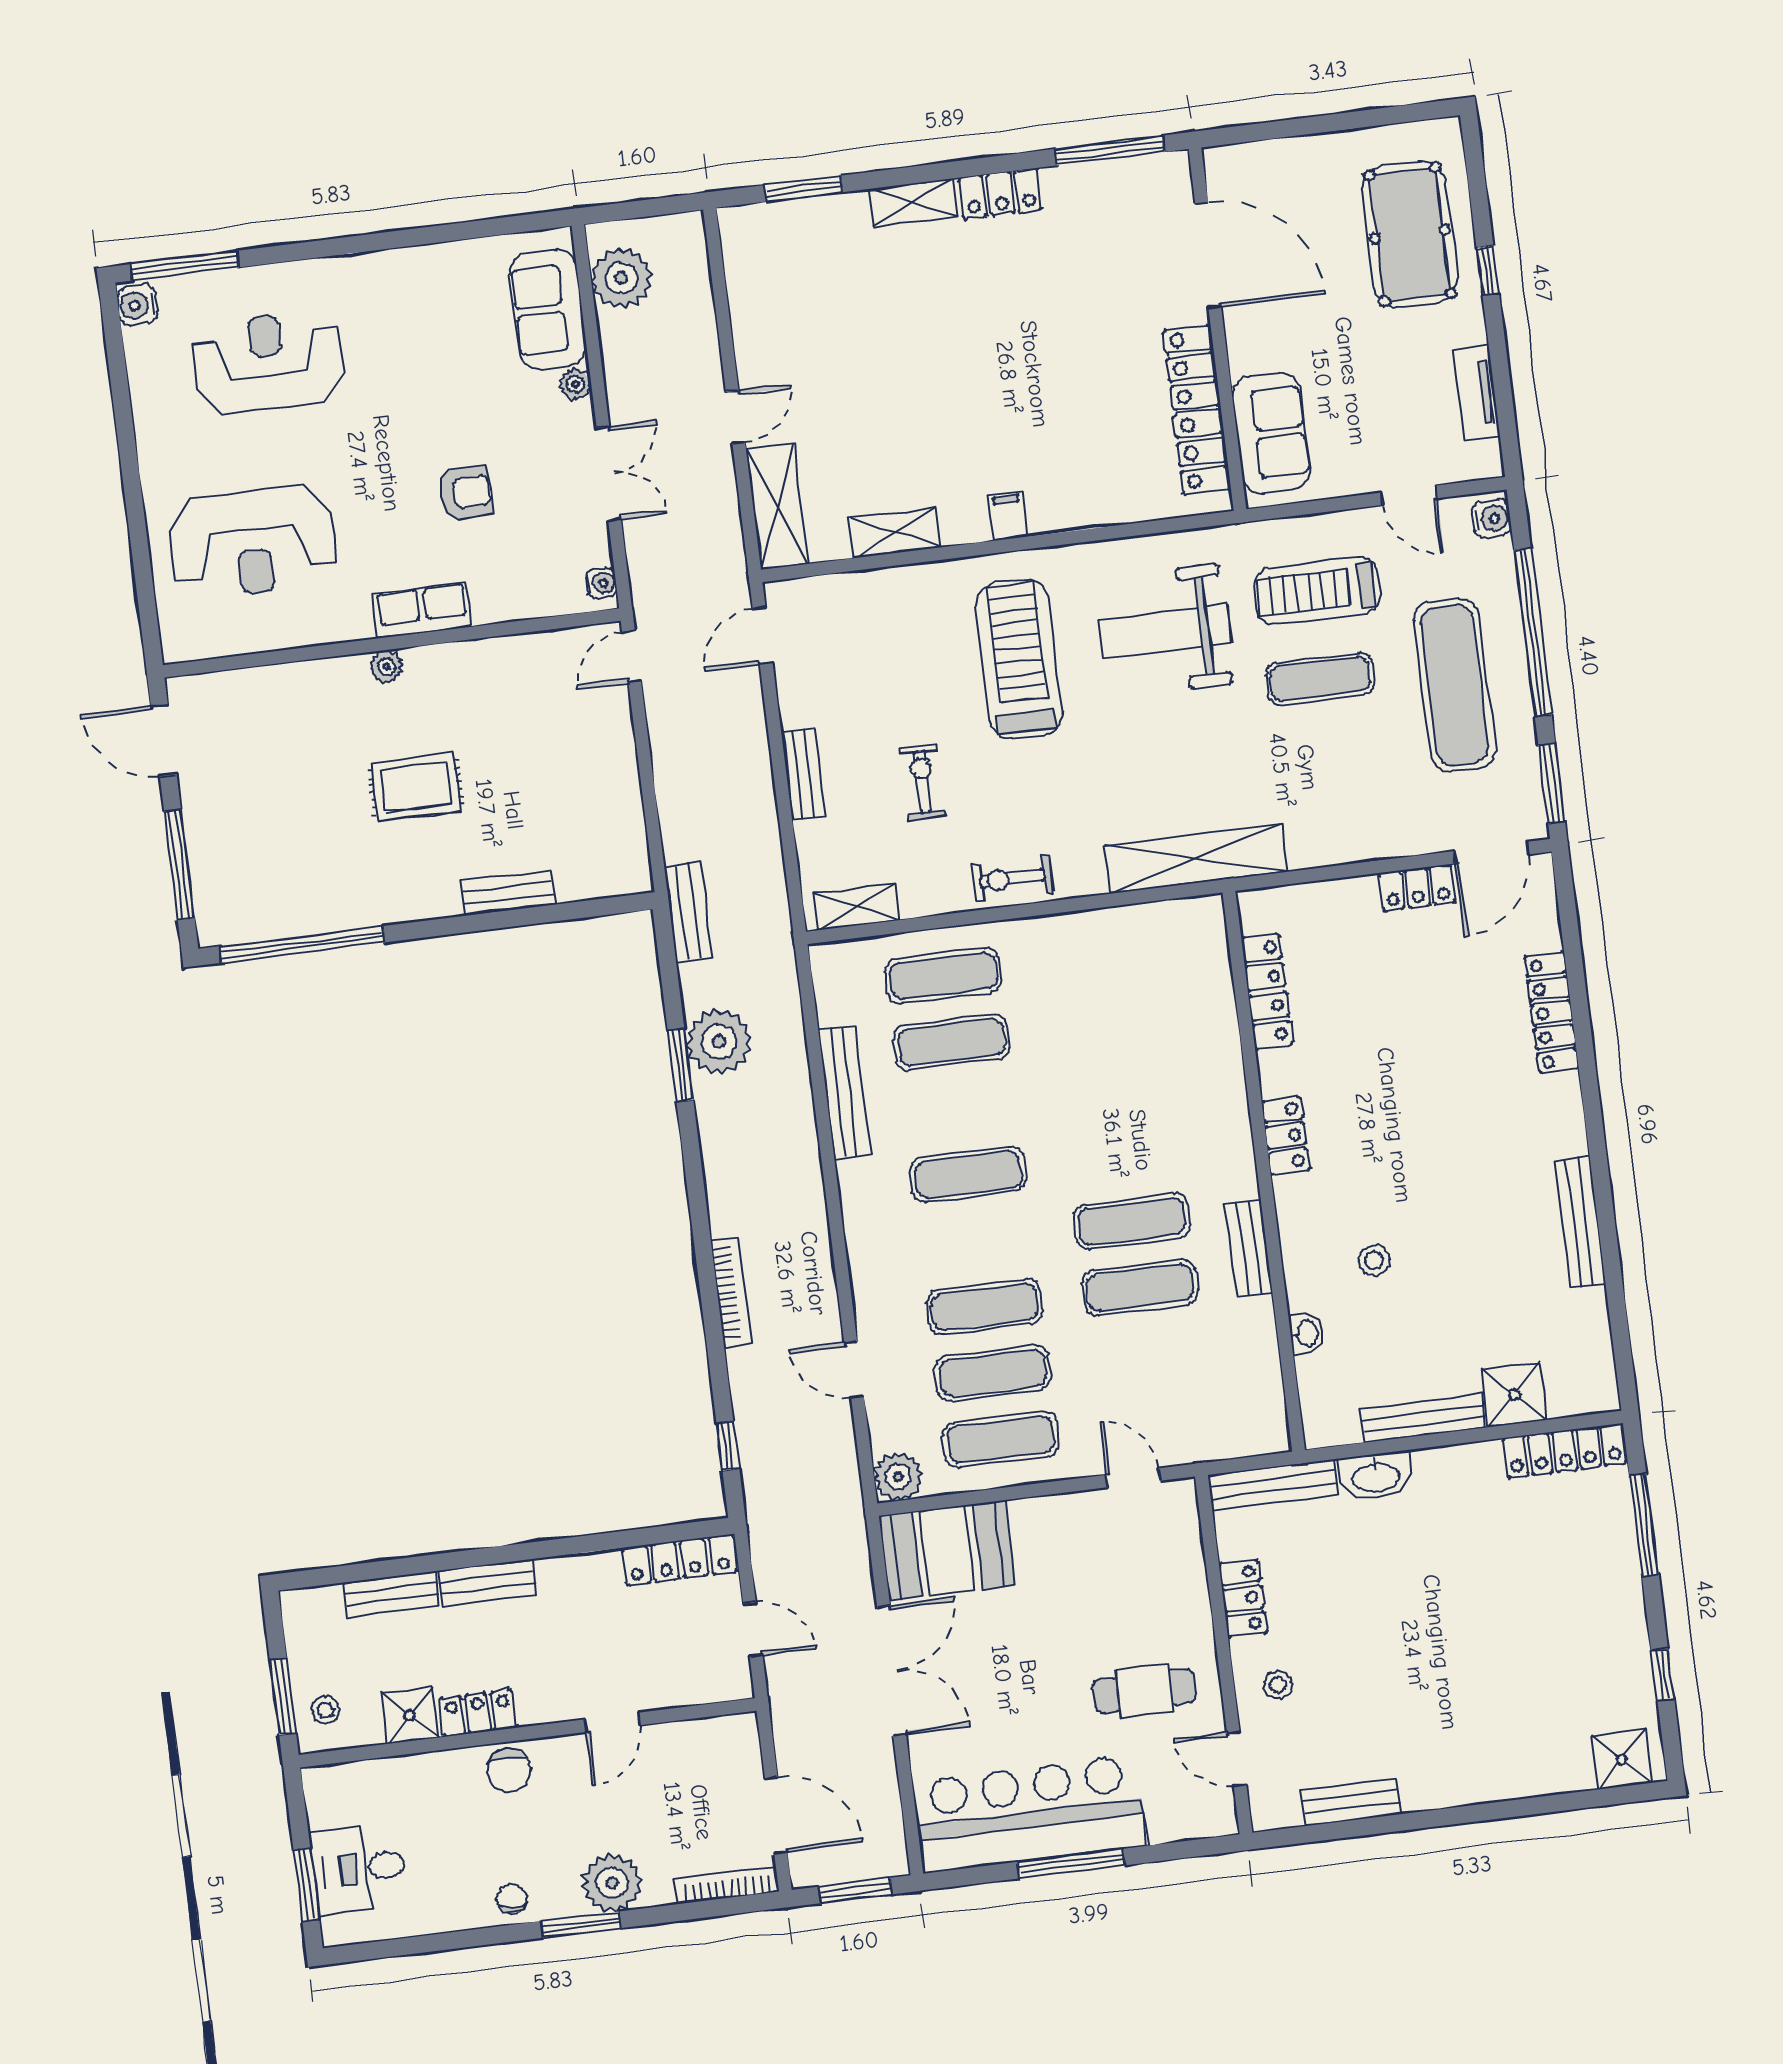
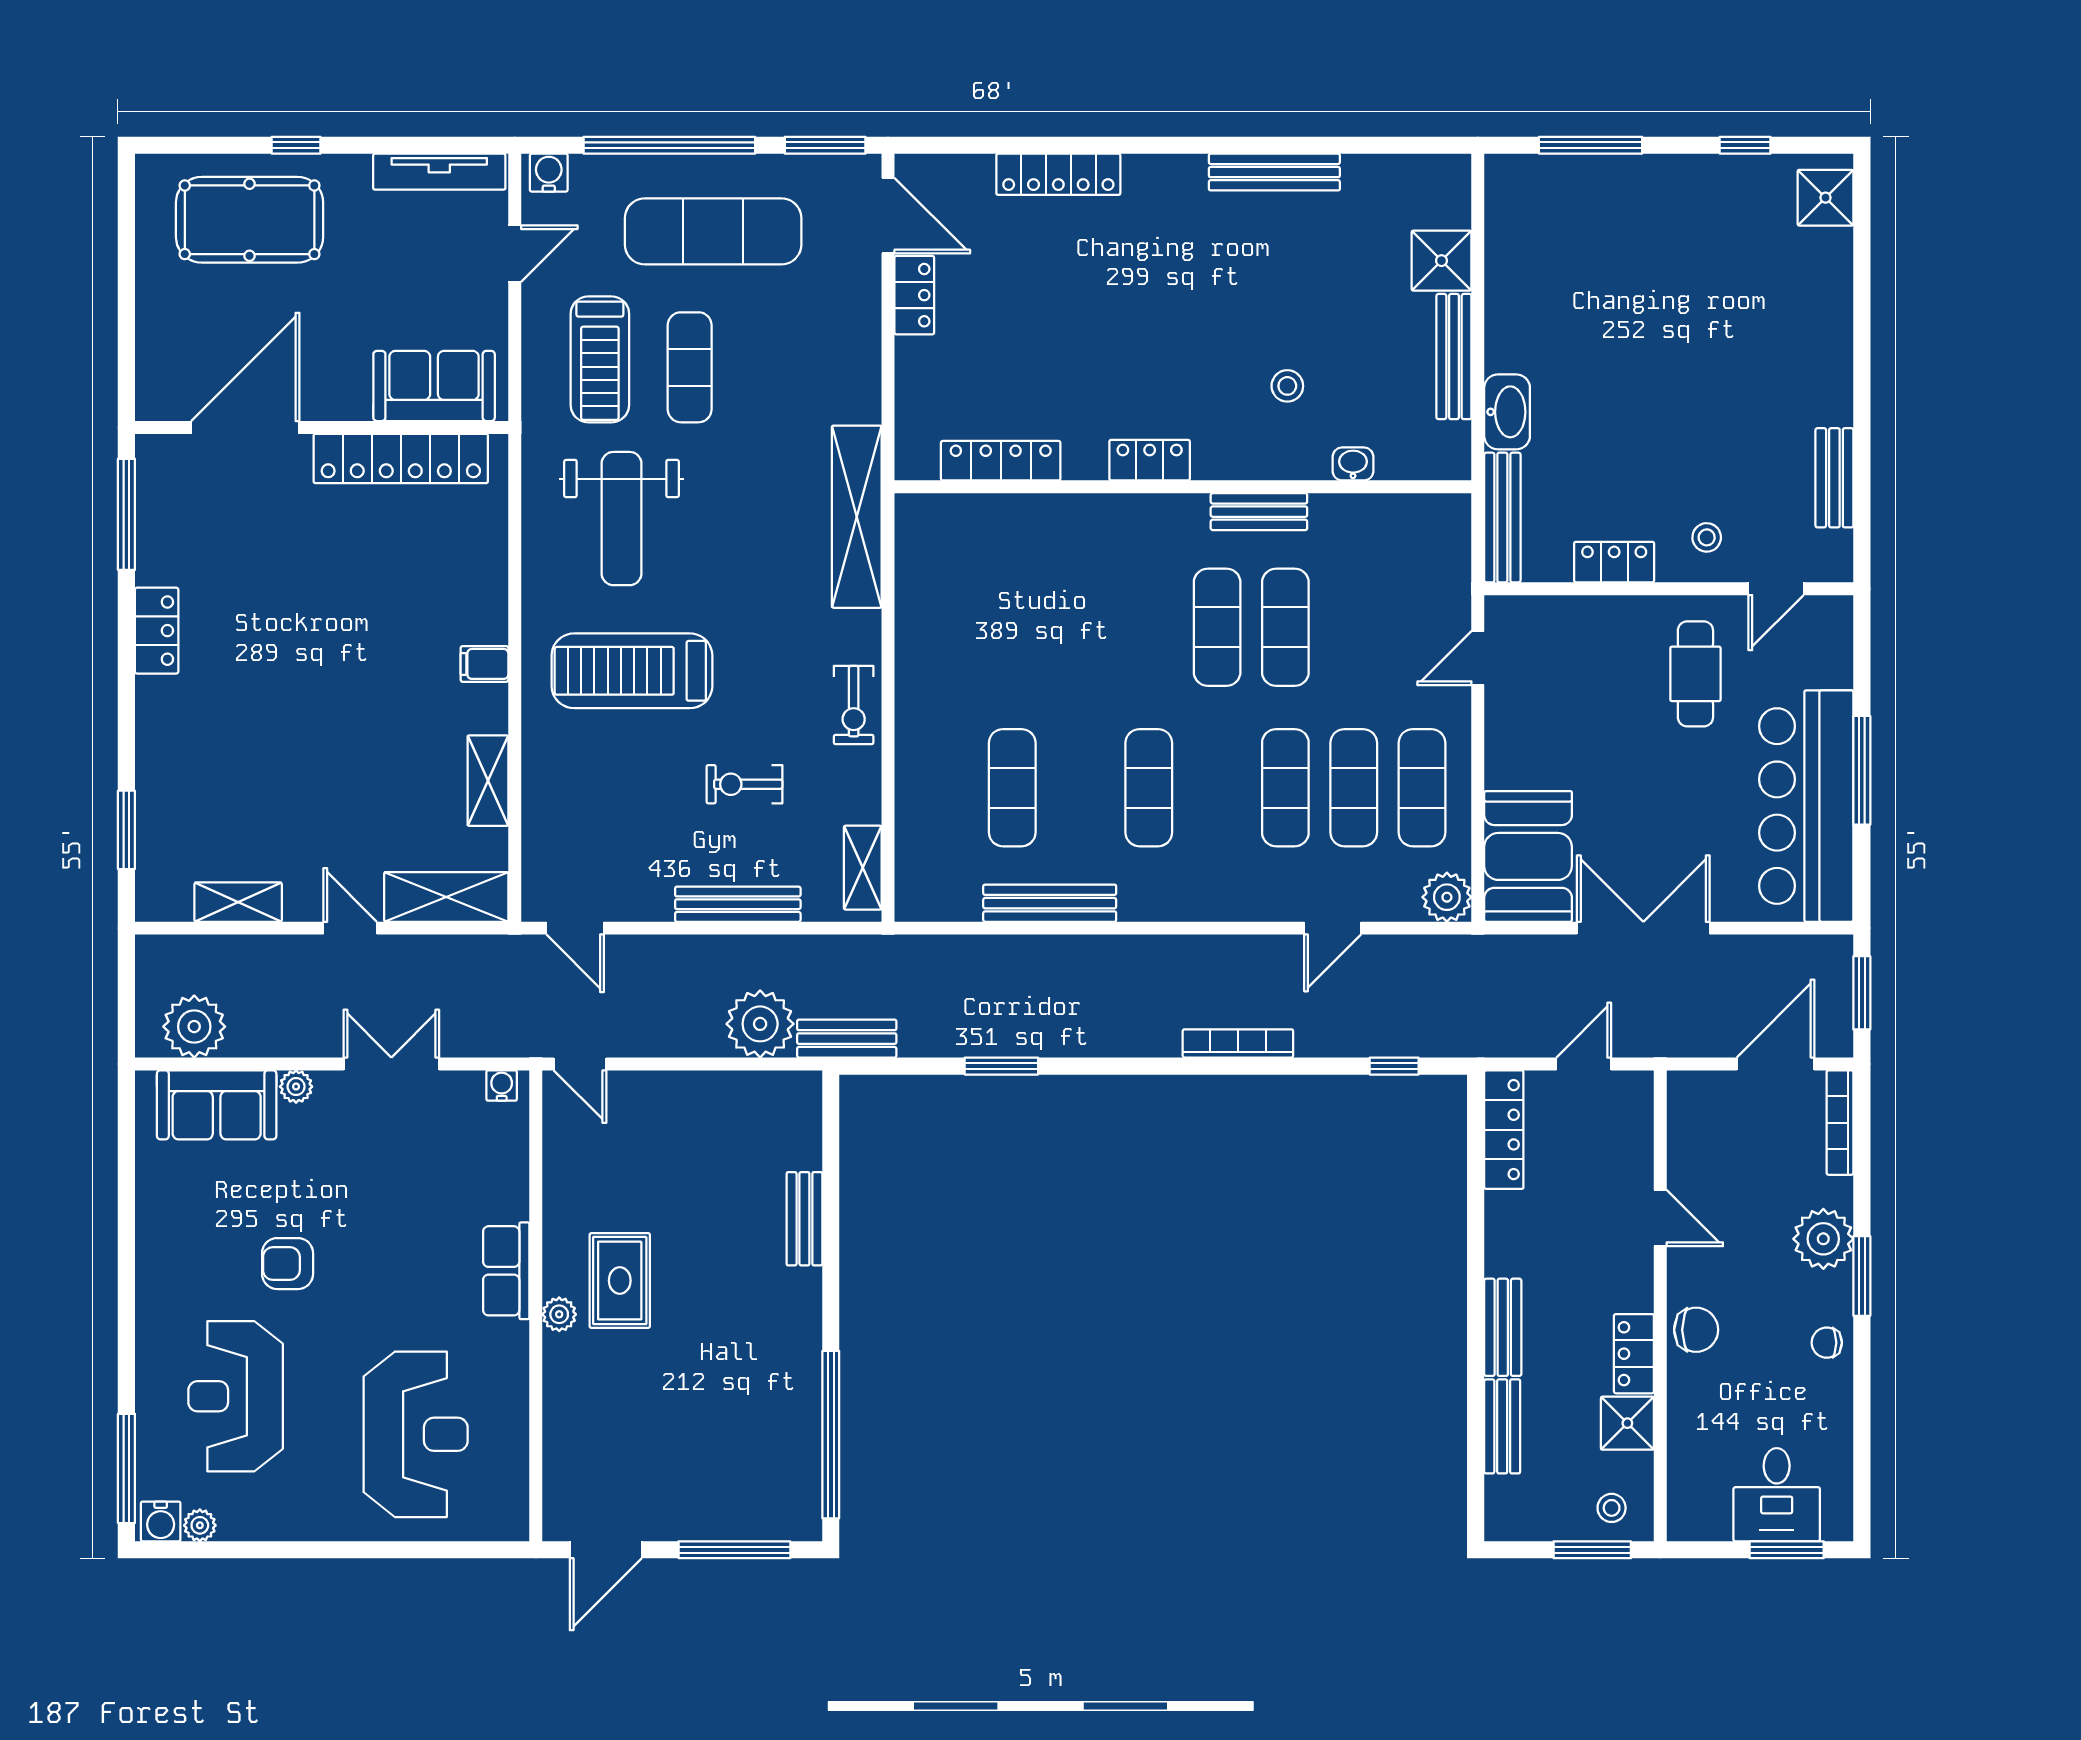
shelving: (913, 203) -> (238, 902), moved, turned 90
plant: (138, 344) -> (200, 1525), added
tv unit: (1477, 394) -> (439, 172), width x1.41
armchair: (465, 493) -> (288, 1264), moved, turned -88
bench: (803, 774) -> (738, 904), width x1.36
rug: (416, 787) -> (620, 1280), moved
exercise mat: (943, 976) -> (944, 788), removed
plant: (719, 1042) -> (760, 1024), moved
locker: (1565, 1451) -> (1505, 217), removed

